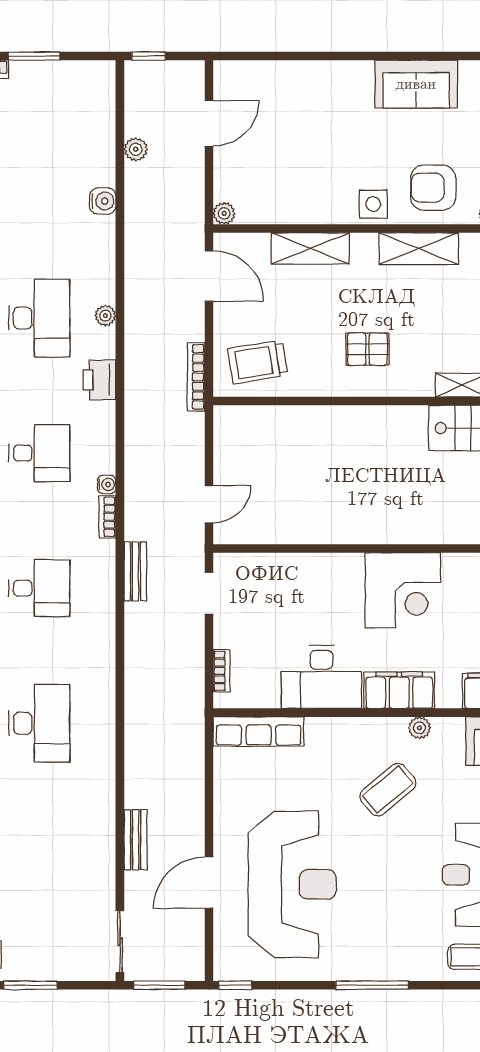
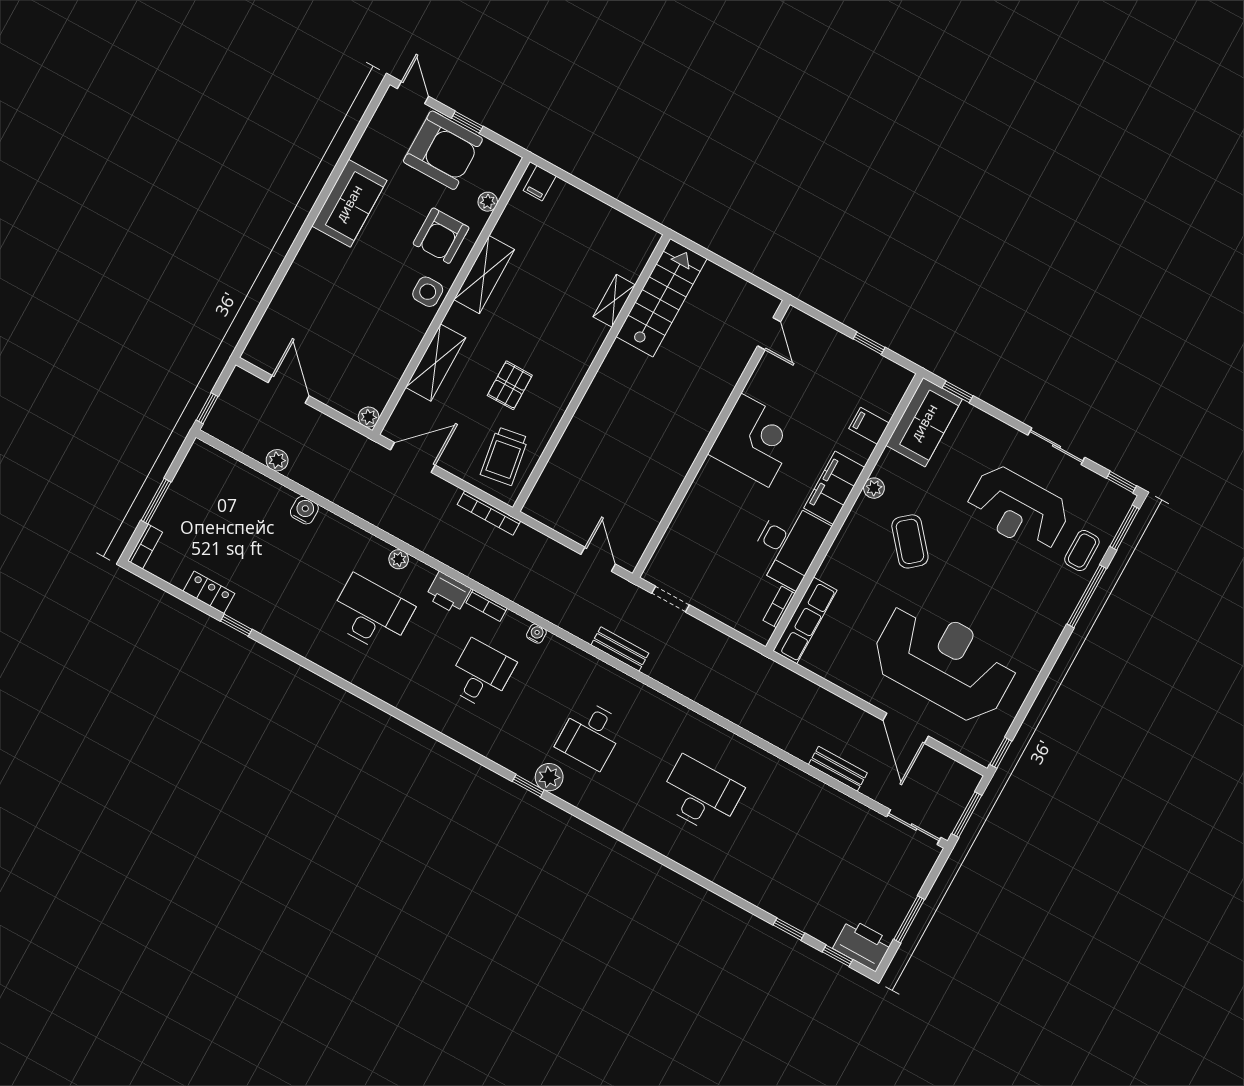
pallet: (367, 349) -> (510, 385), moved
bookcase: (107, 517) -> (487, 605), moved
desk: (39, 588) -> (591, 735), turned 180
bookcase: (222, 671) -> (779, 607), moved, turned -90
window: (372, 985) -> (1087, 596), moved

